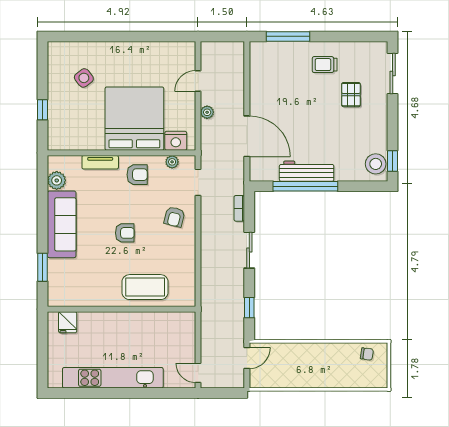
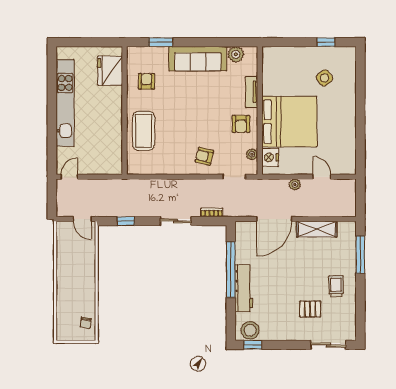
shelving: (259, 87) -> (317, 229), added
window: (43, 110) -> (326, 42), moved
workbench: (307, 171) -> (244, 288), moved
armchair: (125, 233) -> (146, 81), moved, turned 180
fridge: (68, 322) -> (110, 71), width x1.88, depth x1.34

